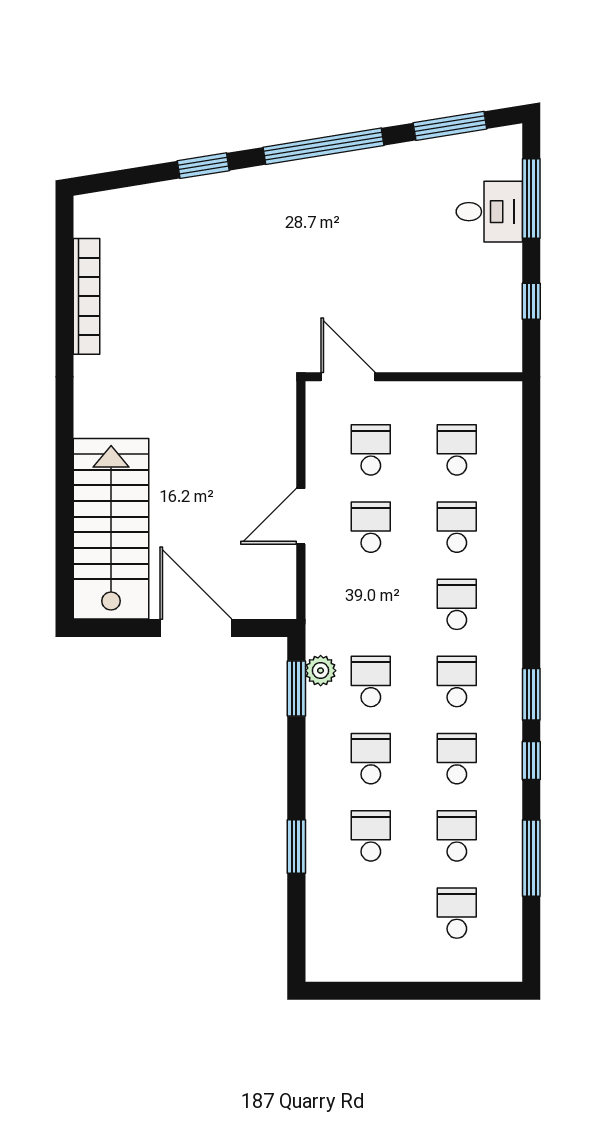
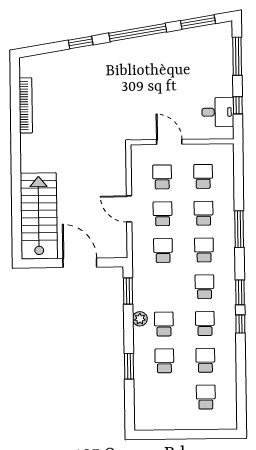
desk: (489, 212) -> (218, 112), moved
door: (348, 377) -> (169, 142), moved
door: (301, 516) -> (129, 209), hinge flipped
plant: (321, 671) -> (140, 319), moved
school desk: (371, 681) -> (163, 250), moved
window: (531, 858) -> (239, 229), moved

